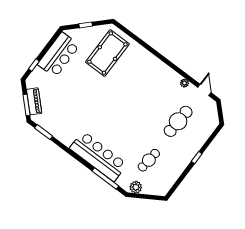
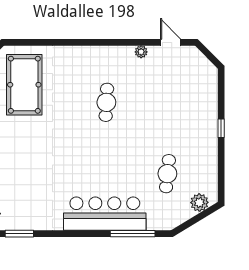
cafe table: (178, 121) -> (106, 102), moved, width x0.73, depth x0.74
plant: (136, 187) -> (199, 203), moved

